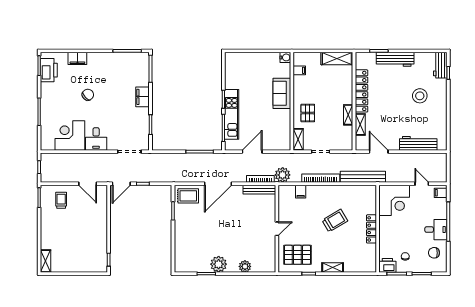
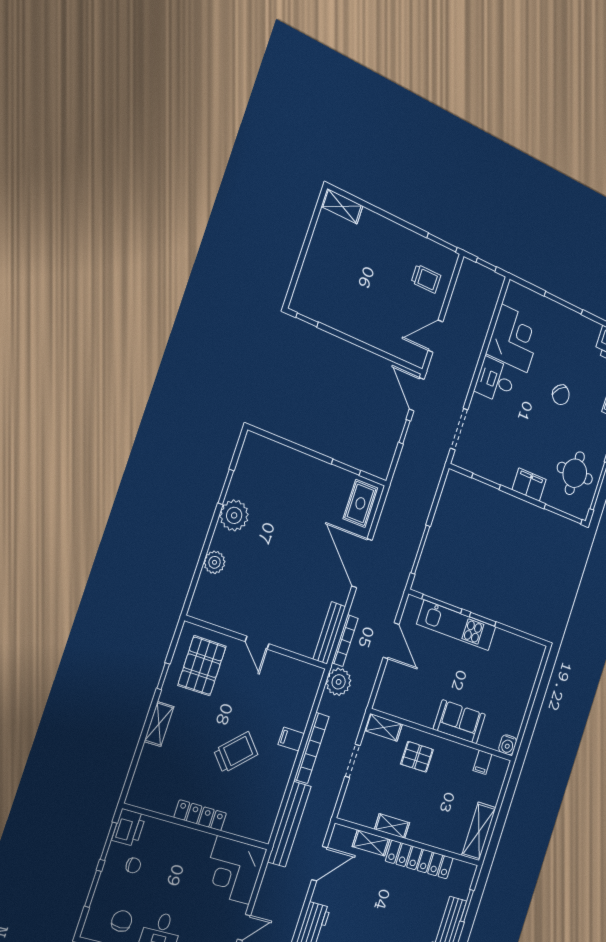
round table: (126, 70) -> (575, 473), added
filing cabinet: (301, 192) -> (291, 739), moved
trolley: (335, 221) -> (236, 752), turned -102

